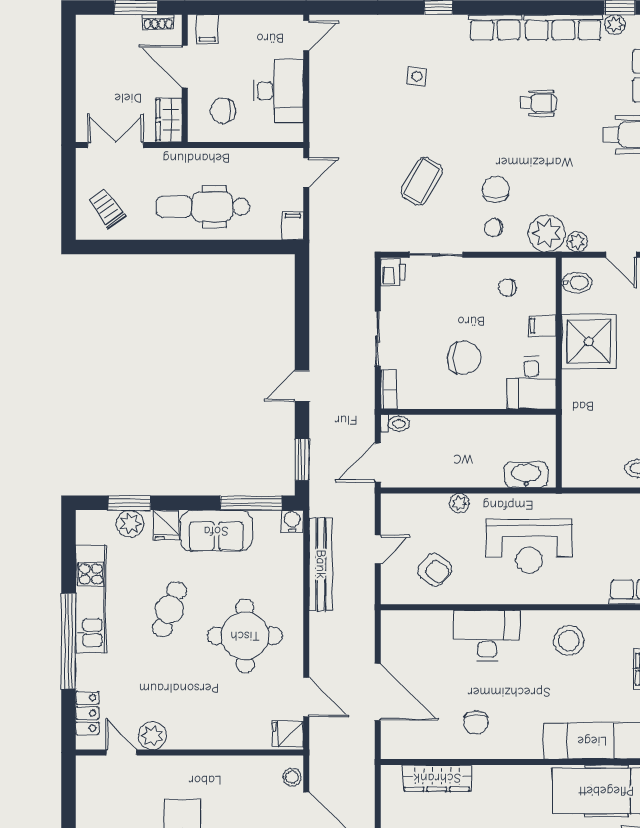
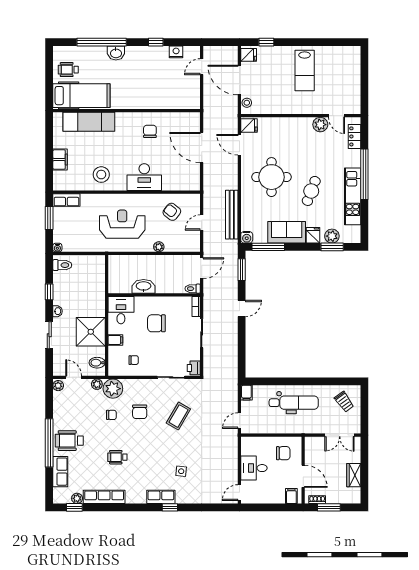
row of seats: (495, 27) -> (161, 497), moved
desk: (278, 91) -> (254, 468), width x0.73
wardrobe: (169, 120) -> (354, 475), moved, turned 180
chair: (494, 228) -> (111, 415), moved
washbasin: (526, 474) -> (144, 286), moved, turned 180
wardrobe: (437, 778) -> (171, 102), removed

